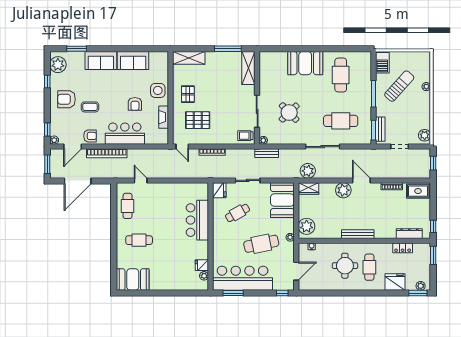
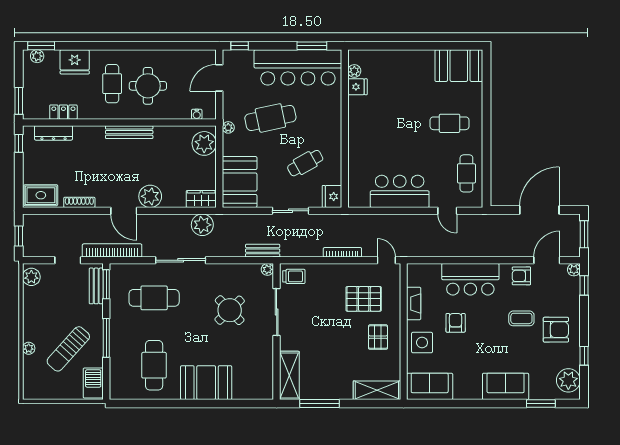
sofa: (133, 61) -> (430, 386), moved
bookcase: (107, 153) -> (112, 250), moved
bar counter: (197, 220) -> (400, 191), moved, turned -90

